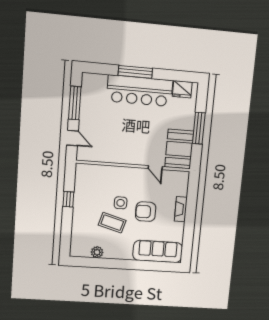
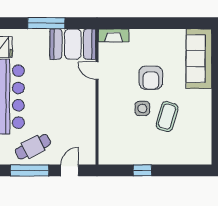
cafe table: (95, 108) -> (33, 147), added
door: (155, 168) -> (97, 71), swing flipped
fireplace: (181, 209) -> (114, 35), moved
plant: (97, 252) -> (204, 132), removed

